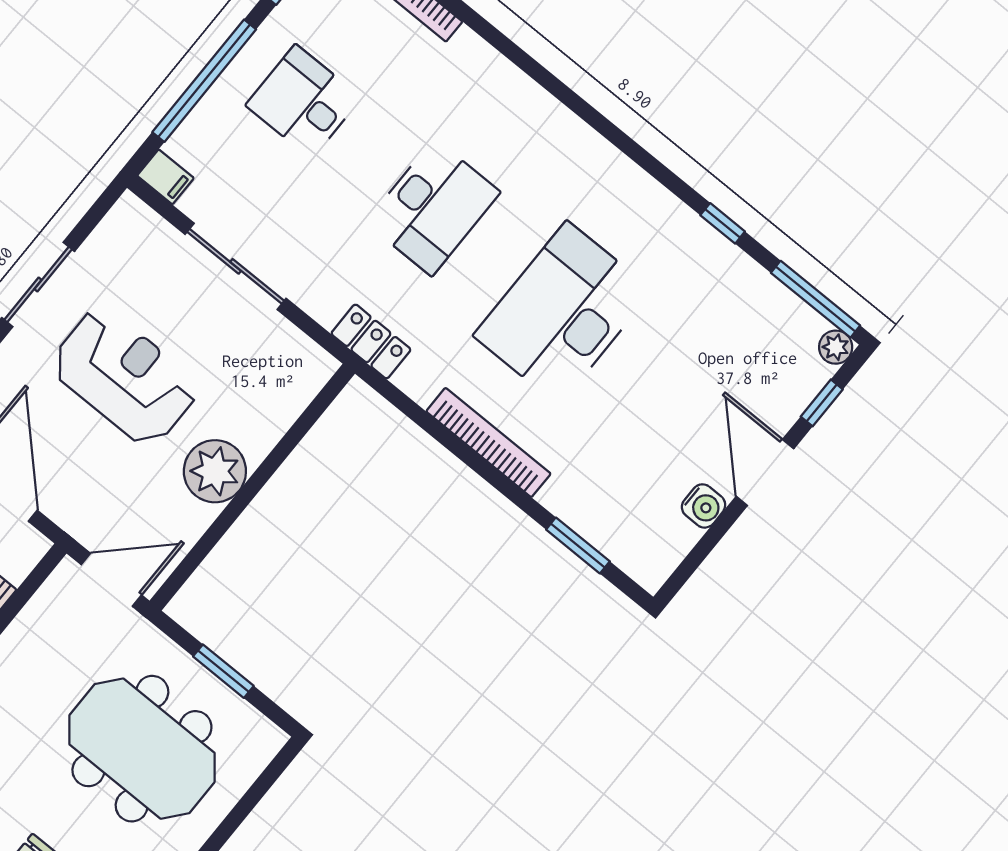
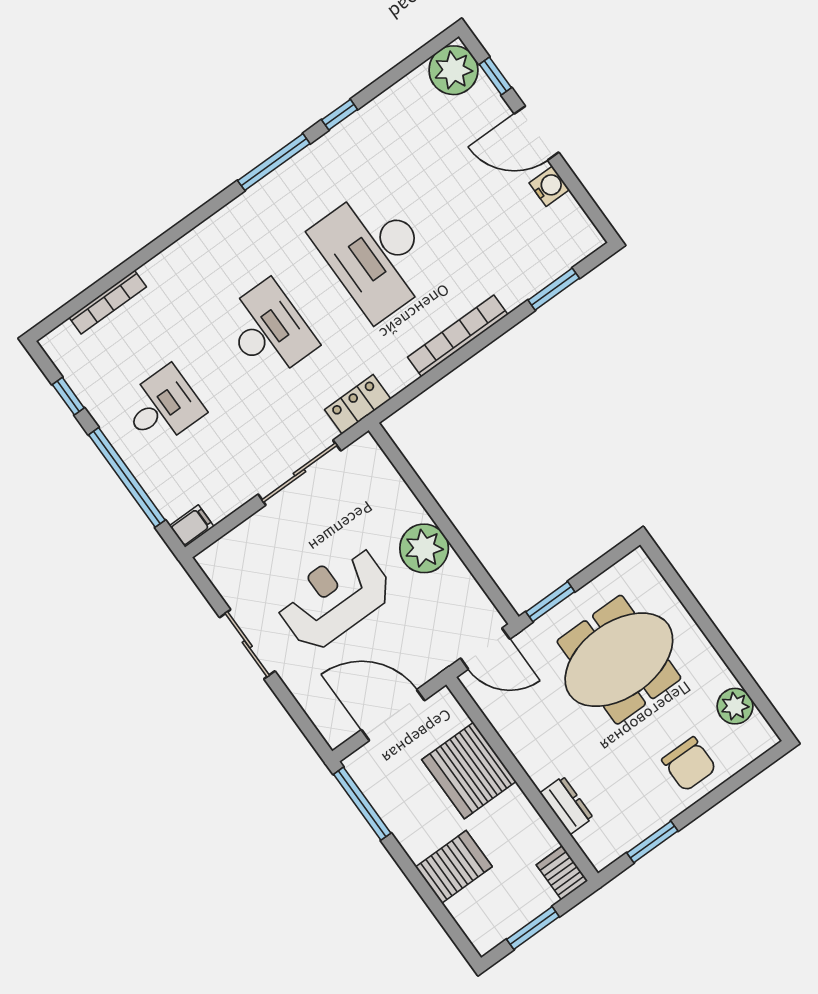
desk: (303, 102) -> (163, 407), turned 180
sliding door: (236, 266) -> (299, 473), moved
window: (816, 299) -> (274, 162), moved
plant: (836, 347) -> (453, 70), width x1.87, depth x1.87
door: (111, 580) -> (485, 649), swing flipped
window: (223, 671) -> (550, 602), moved

